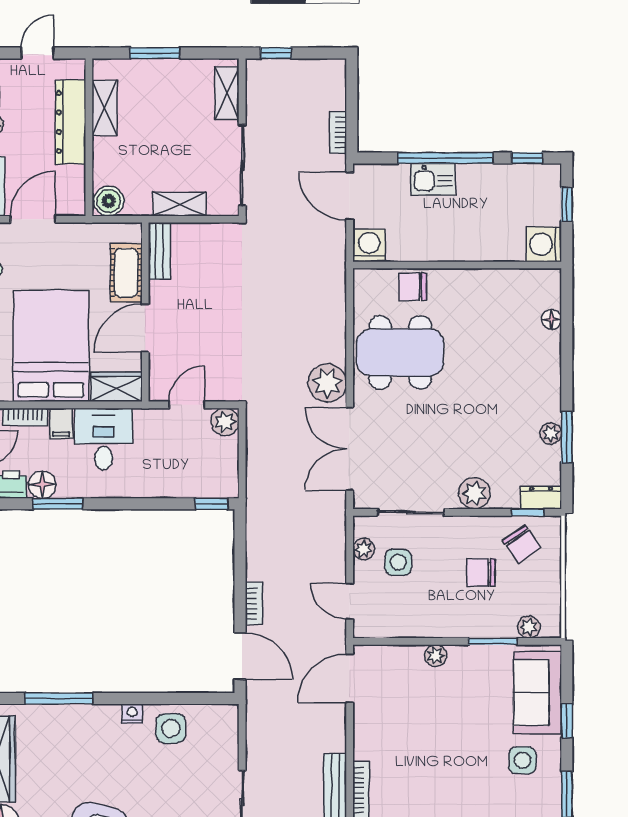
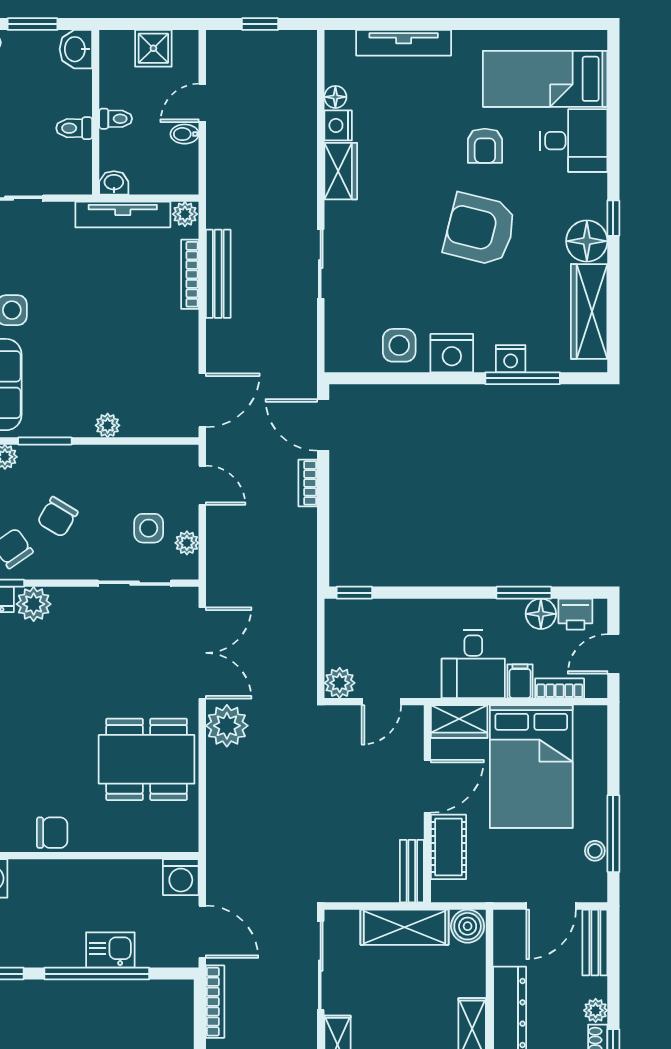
bookcase: (338, 132) -> (215, 1002), width x1.56
shelving: (179, 204) -> (405, 927), width x1.50, depth x1.33
chair: (412, 287) -> (52, 833), moved
plant: (474, 493) -> (34, 604), moved
chair: (481, 572) -> (57, 517), turned 121
nightstand: (132, 713) -> (452, 353), width x1.89, depth x1.79
nightstand: (70, 716) -> (511, 359), added

